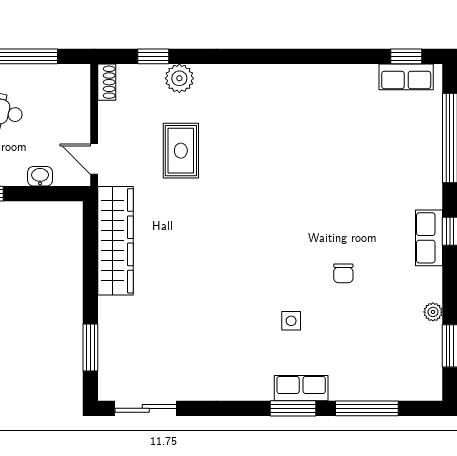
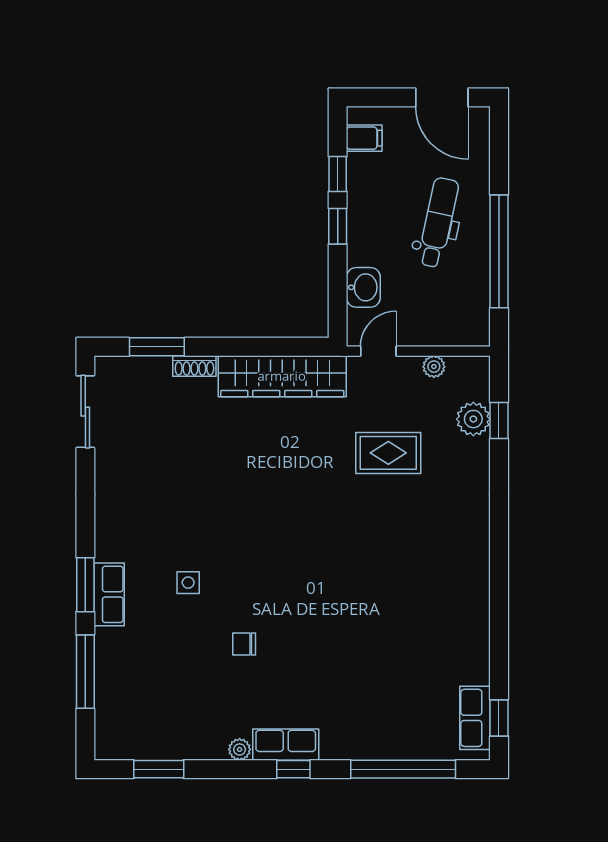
plant: (179, 78) -> (473, 419), moved
shoe rack: (107, 82) -> (194, 366), moved
plant: (107, 112) -> (434, 367), added
washbasin: (40, 176) -> (363, 287), width x1.38, depth x1.45
plant: (433, 312) -> (240, 749), moved

